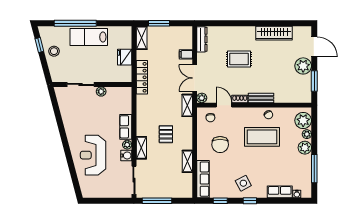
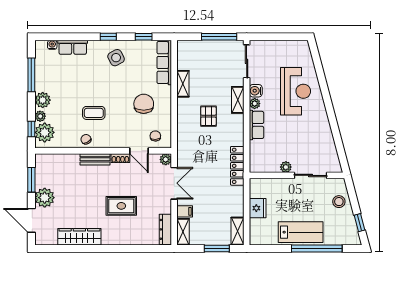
stool: (54, 51) -> (339, 202), moved
locker: (142, 77) -> (237, 166), moved
shelving: (187, 105) -> (183, 232), moved
window: (314, 123) -> (31, 129), added
coffee table: (262, 137) -> (94, 113), width x0.54, depth x0.58

